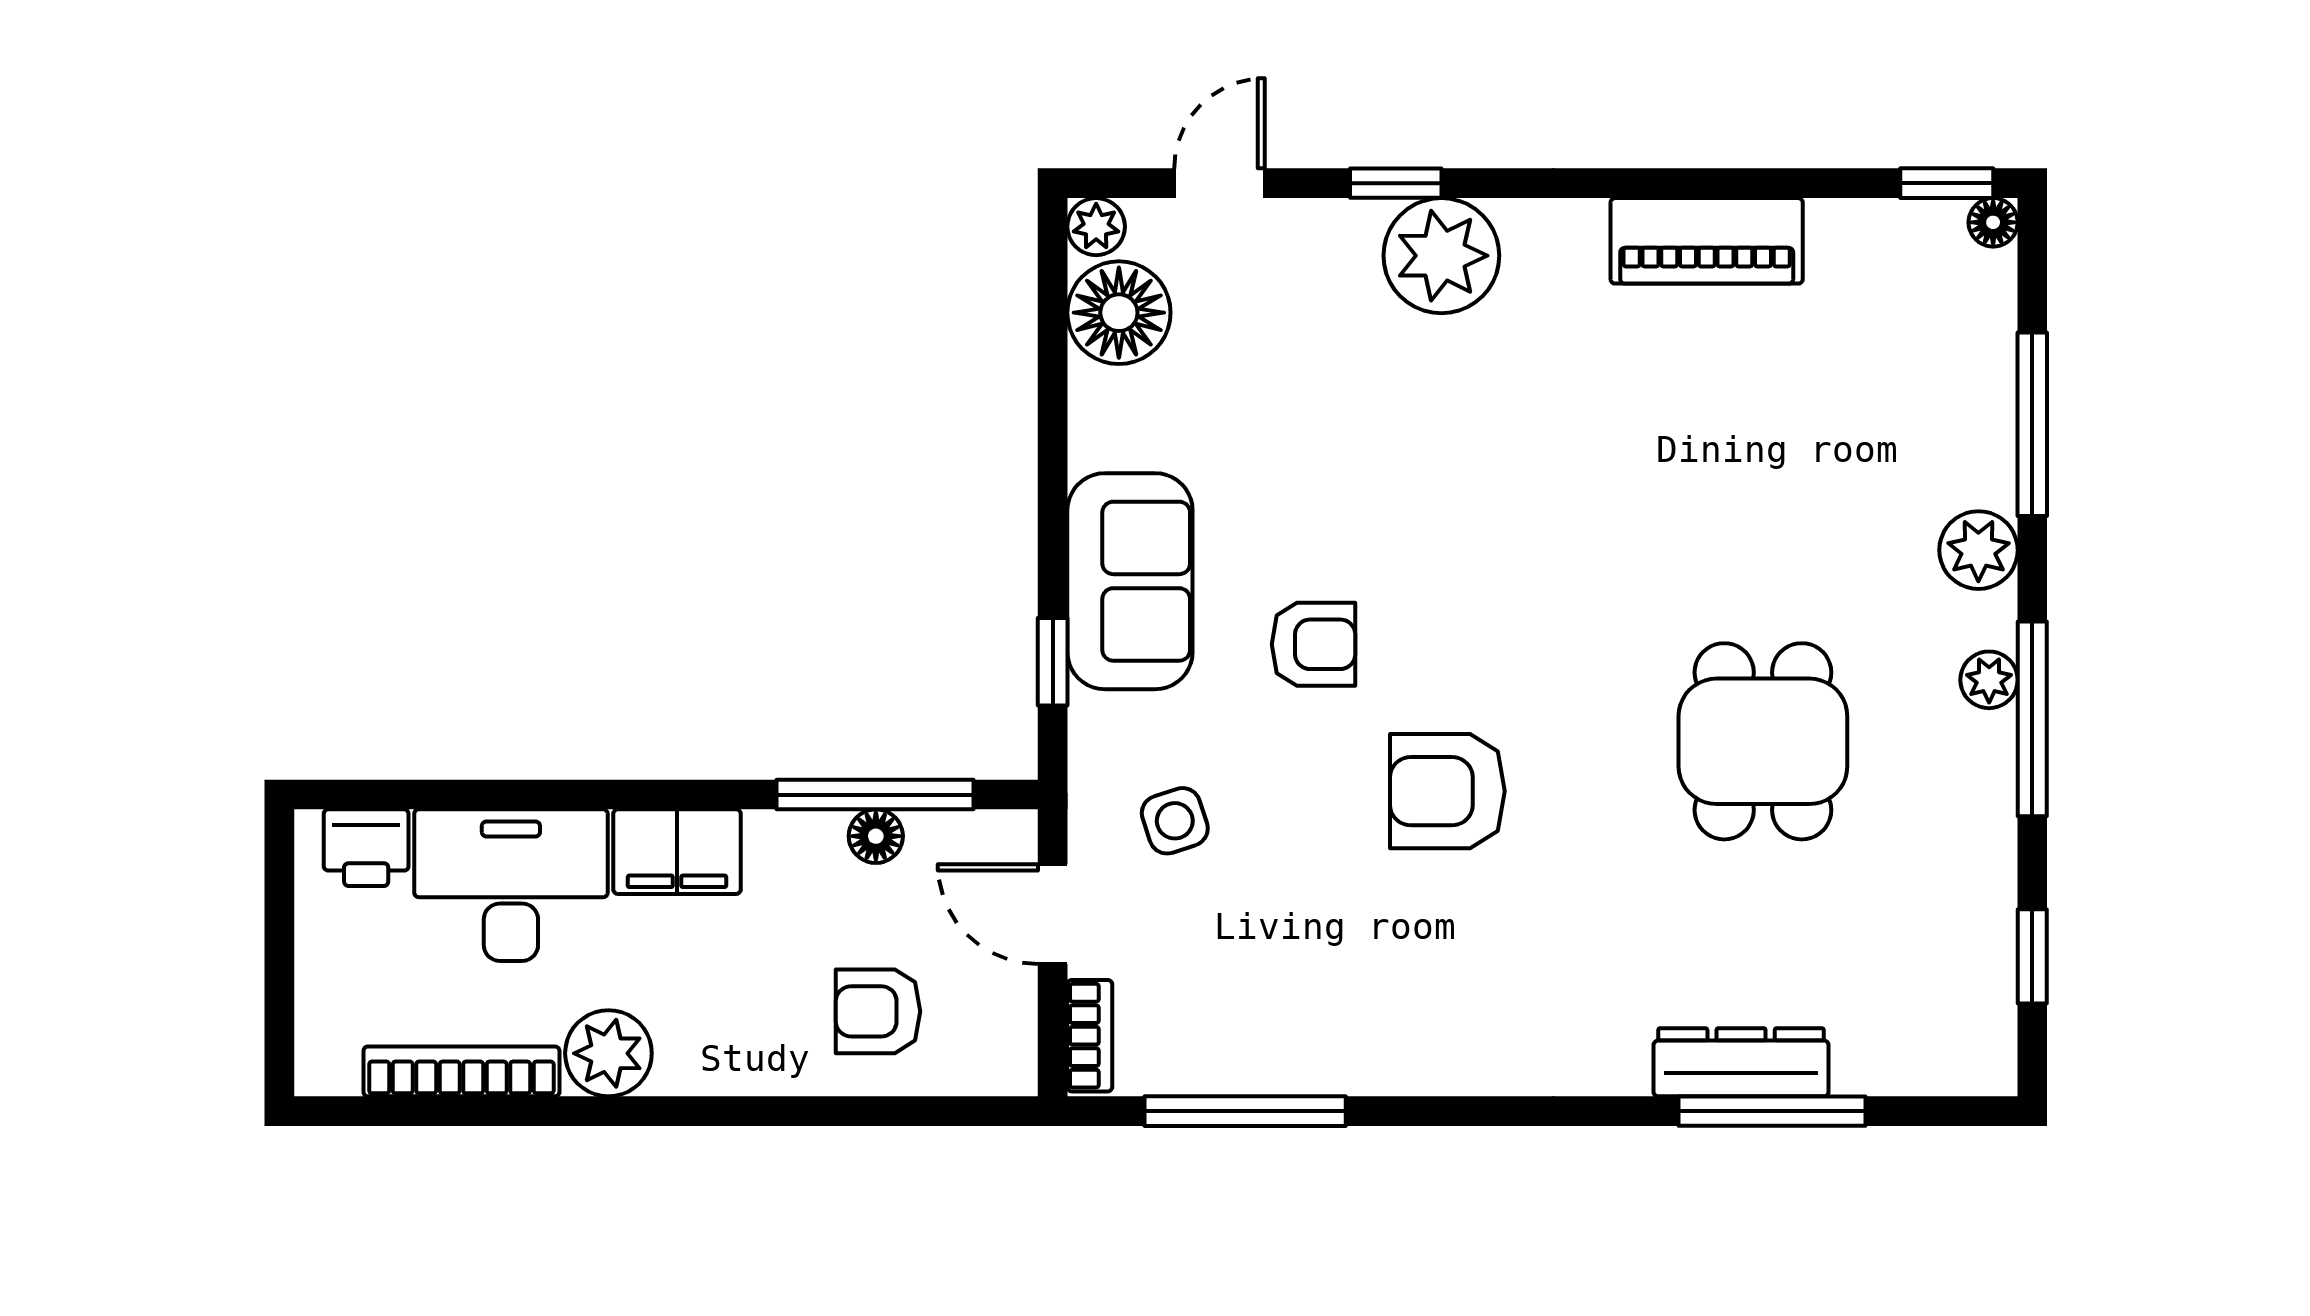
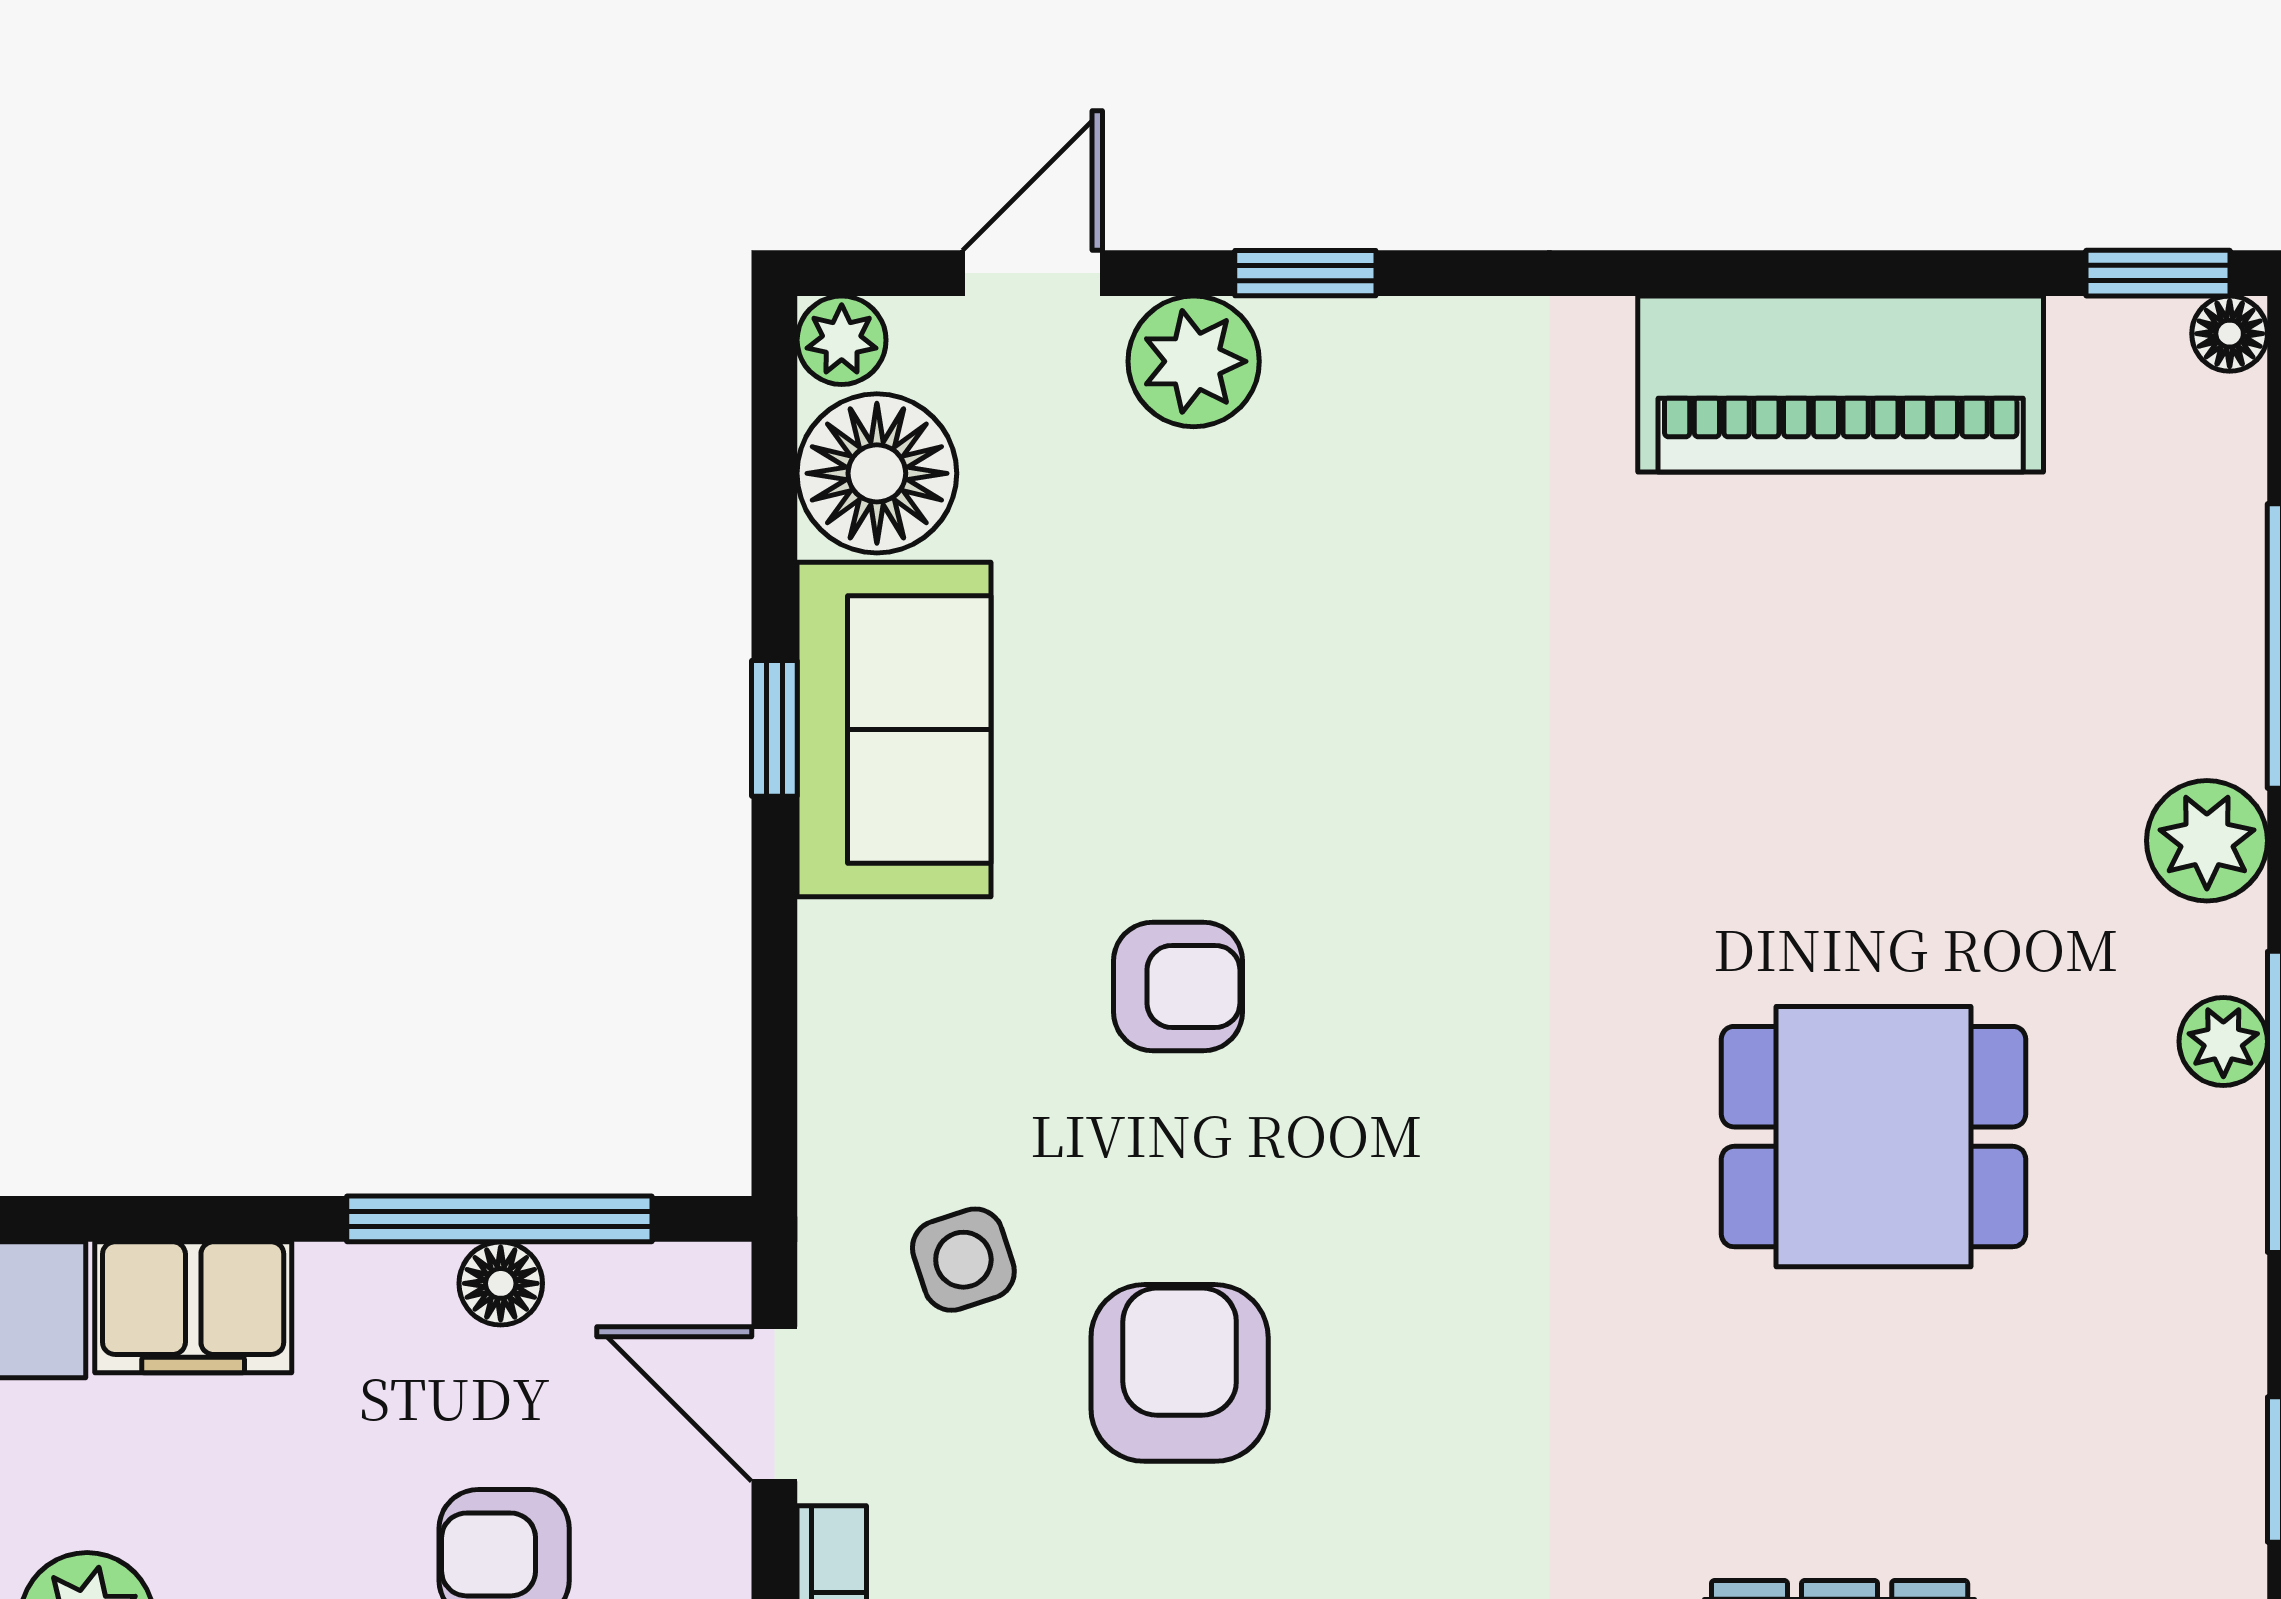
piano: (1707, 241) -> (1841, 384), width x1.37, depth x1.33
plant: (1441, 256) -> (1194, 361), moved, width x0.73, depth x0.73
sofa: (1130, 581) -> (894, 730), moved
window: (1053, 662) -> (774, 728), moved
dining table: (1763, 741) -> (1873, 1137), turned 90
armchair: (1447, 791) -> (1180, 1373), moved, turned 90

